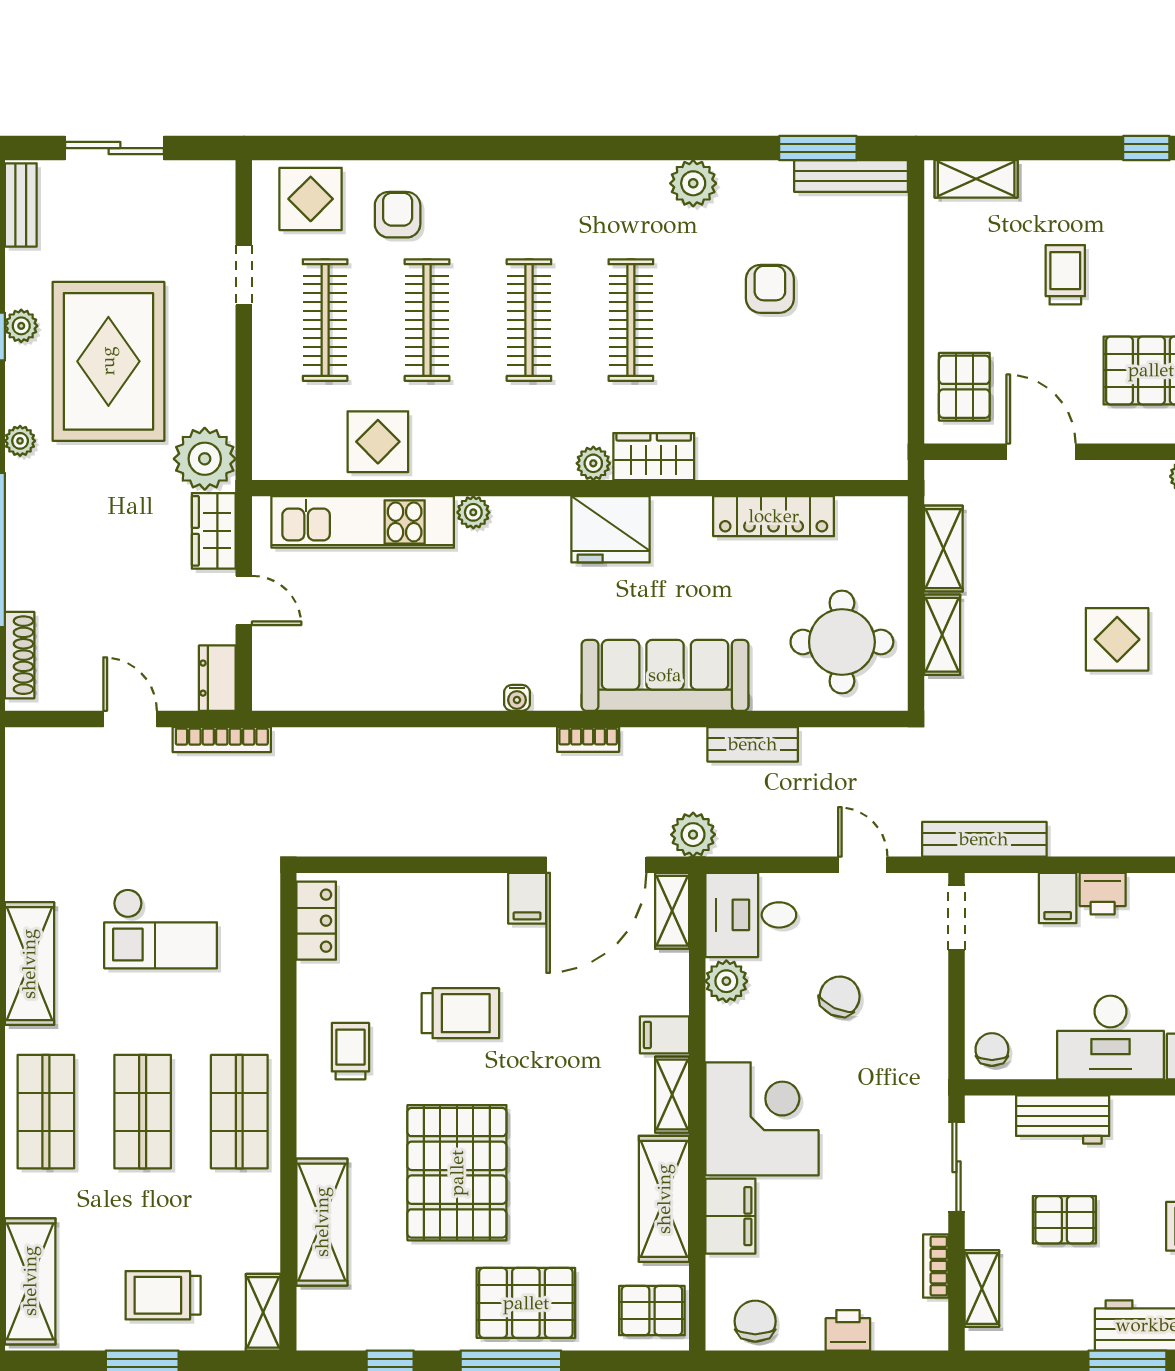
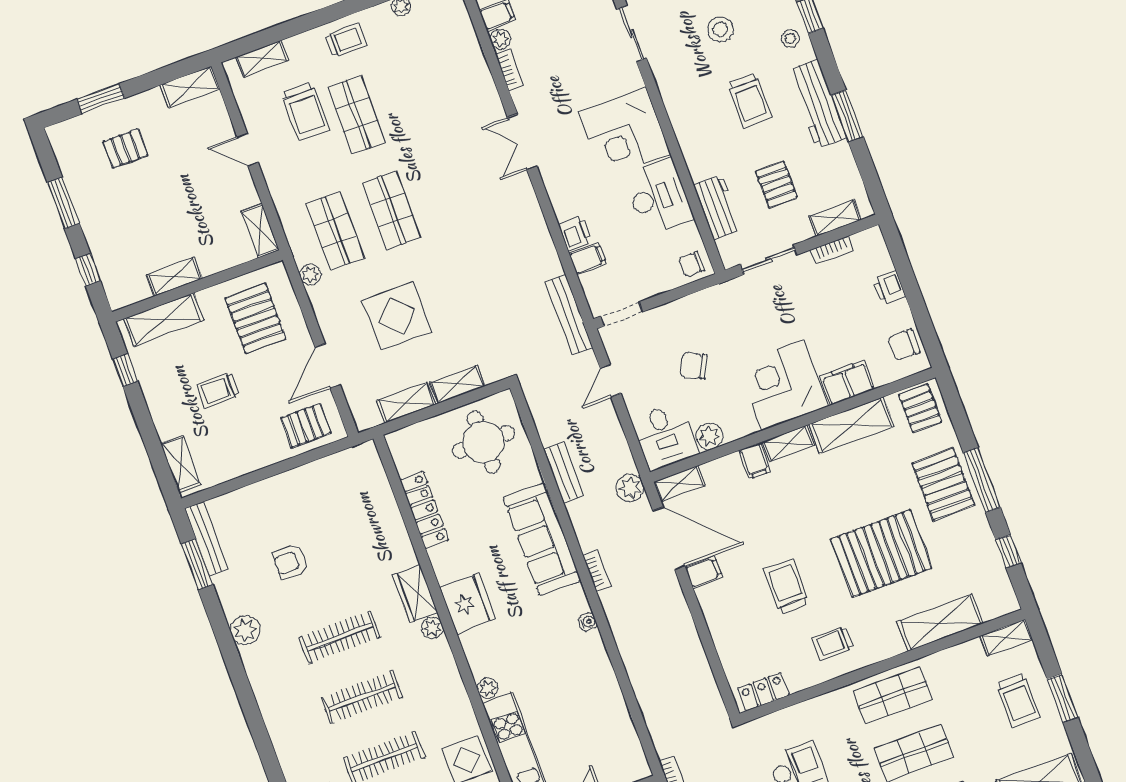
display table: (1117, 639) -> (397, 316), moved, width x1.36, depth x1.36

